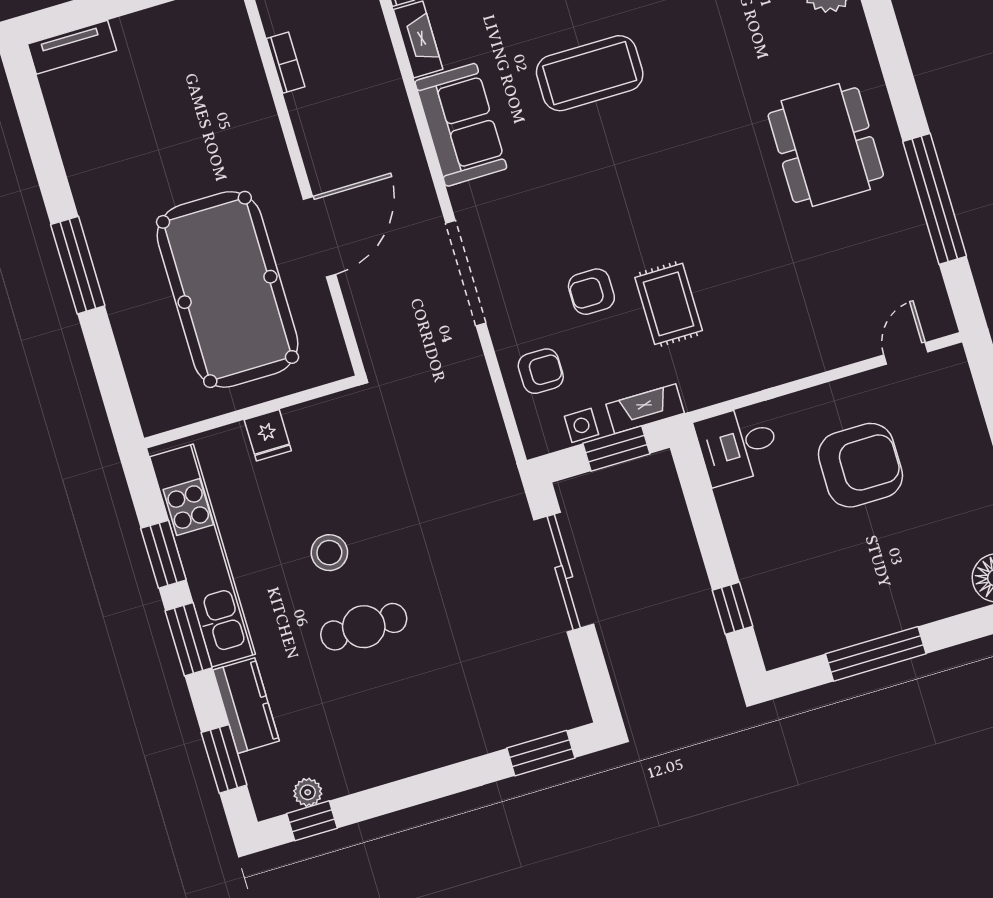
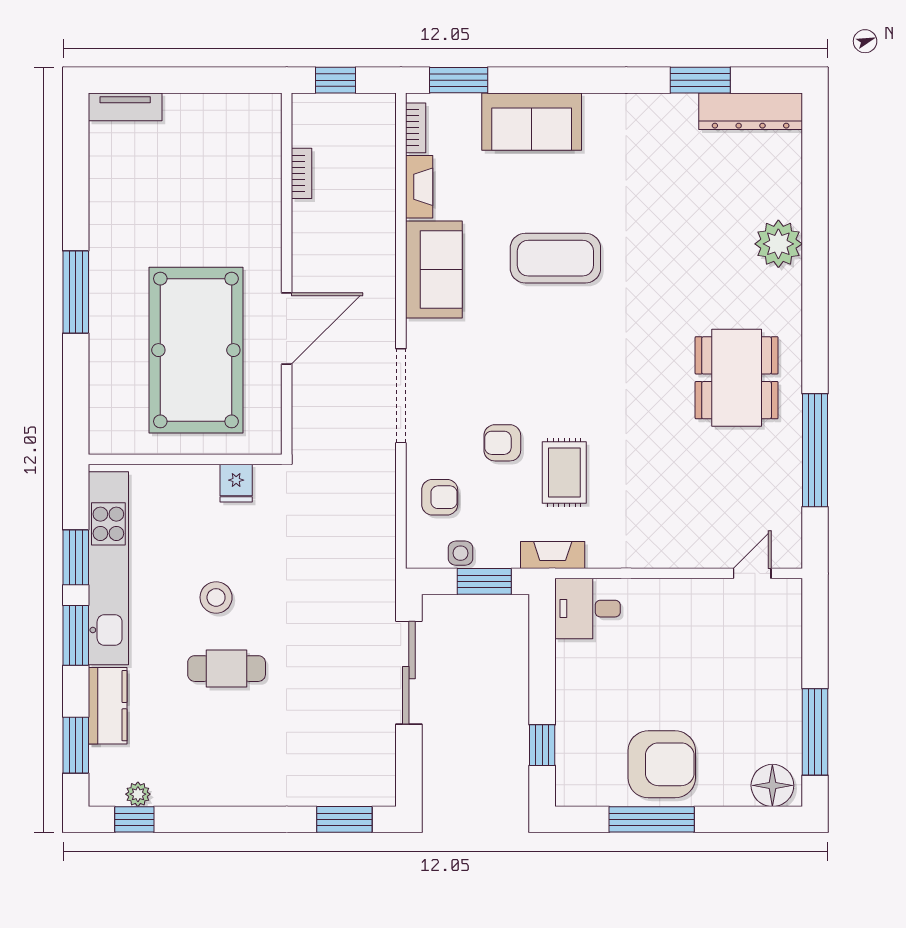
fireplace: (645, 409) -> (553, 555), moved
fridge: (268, 435) -> (236, 483), moved
armchair: (860, 465) -> (662, 764), moved

